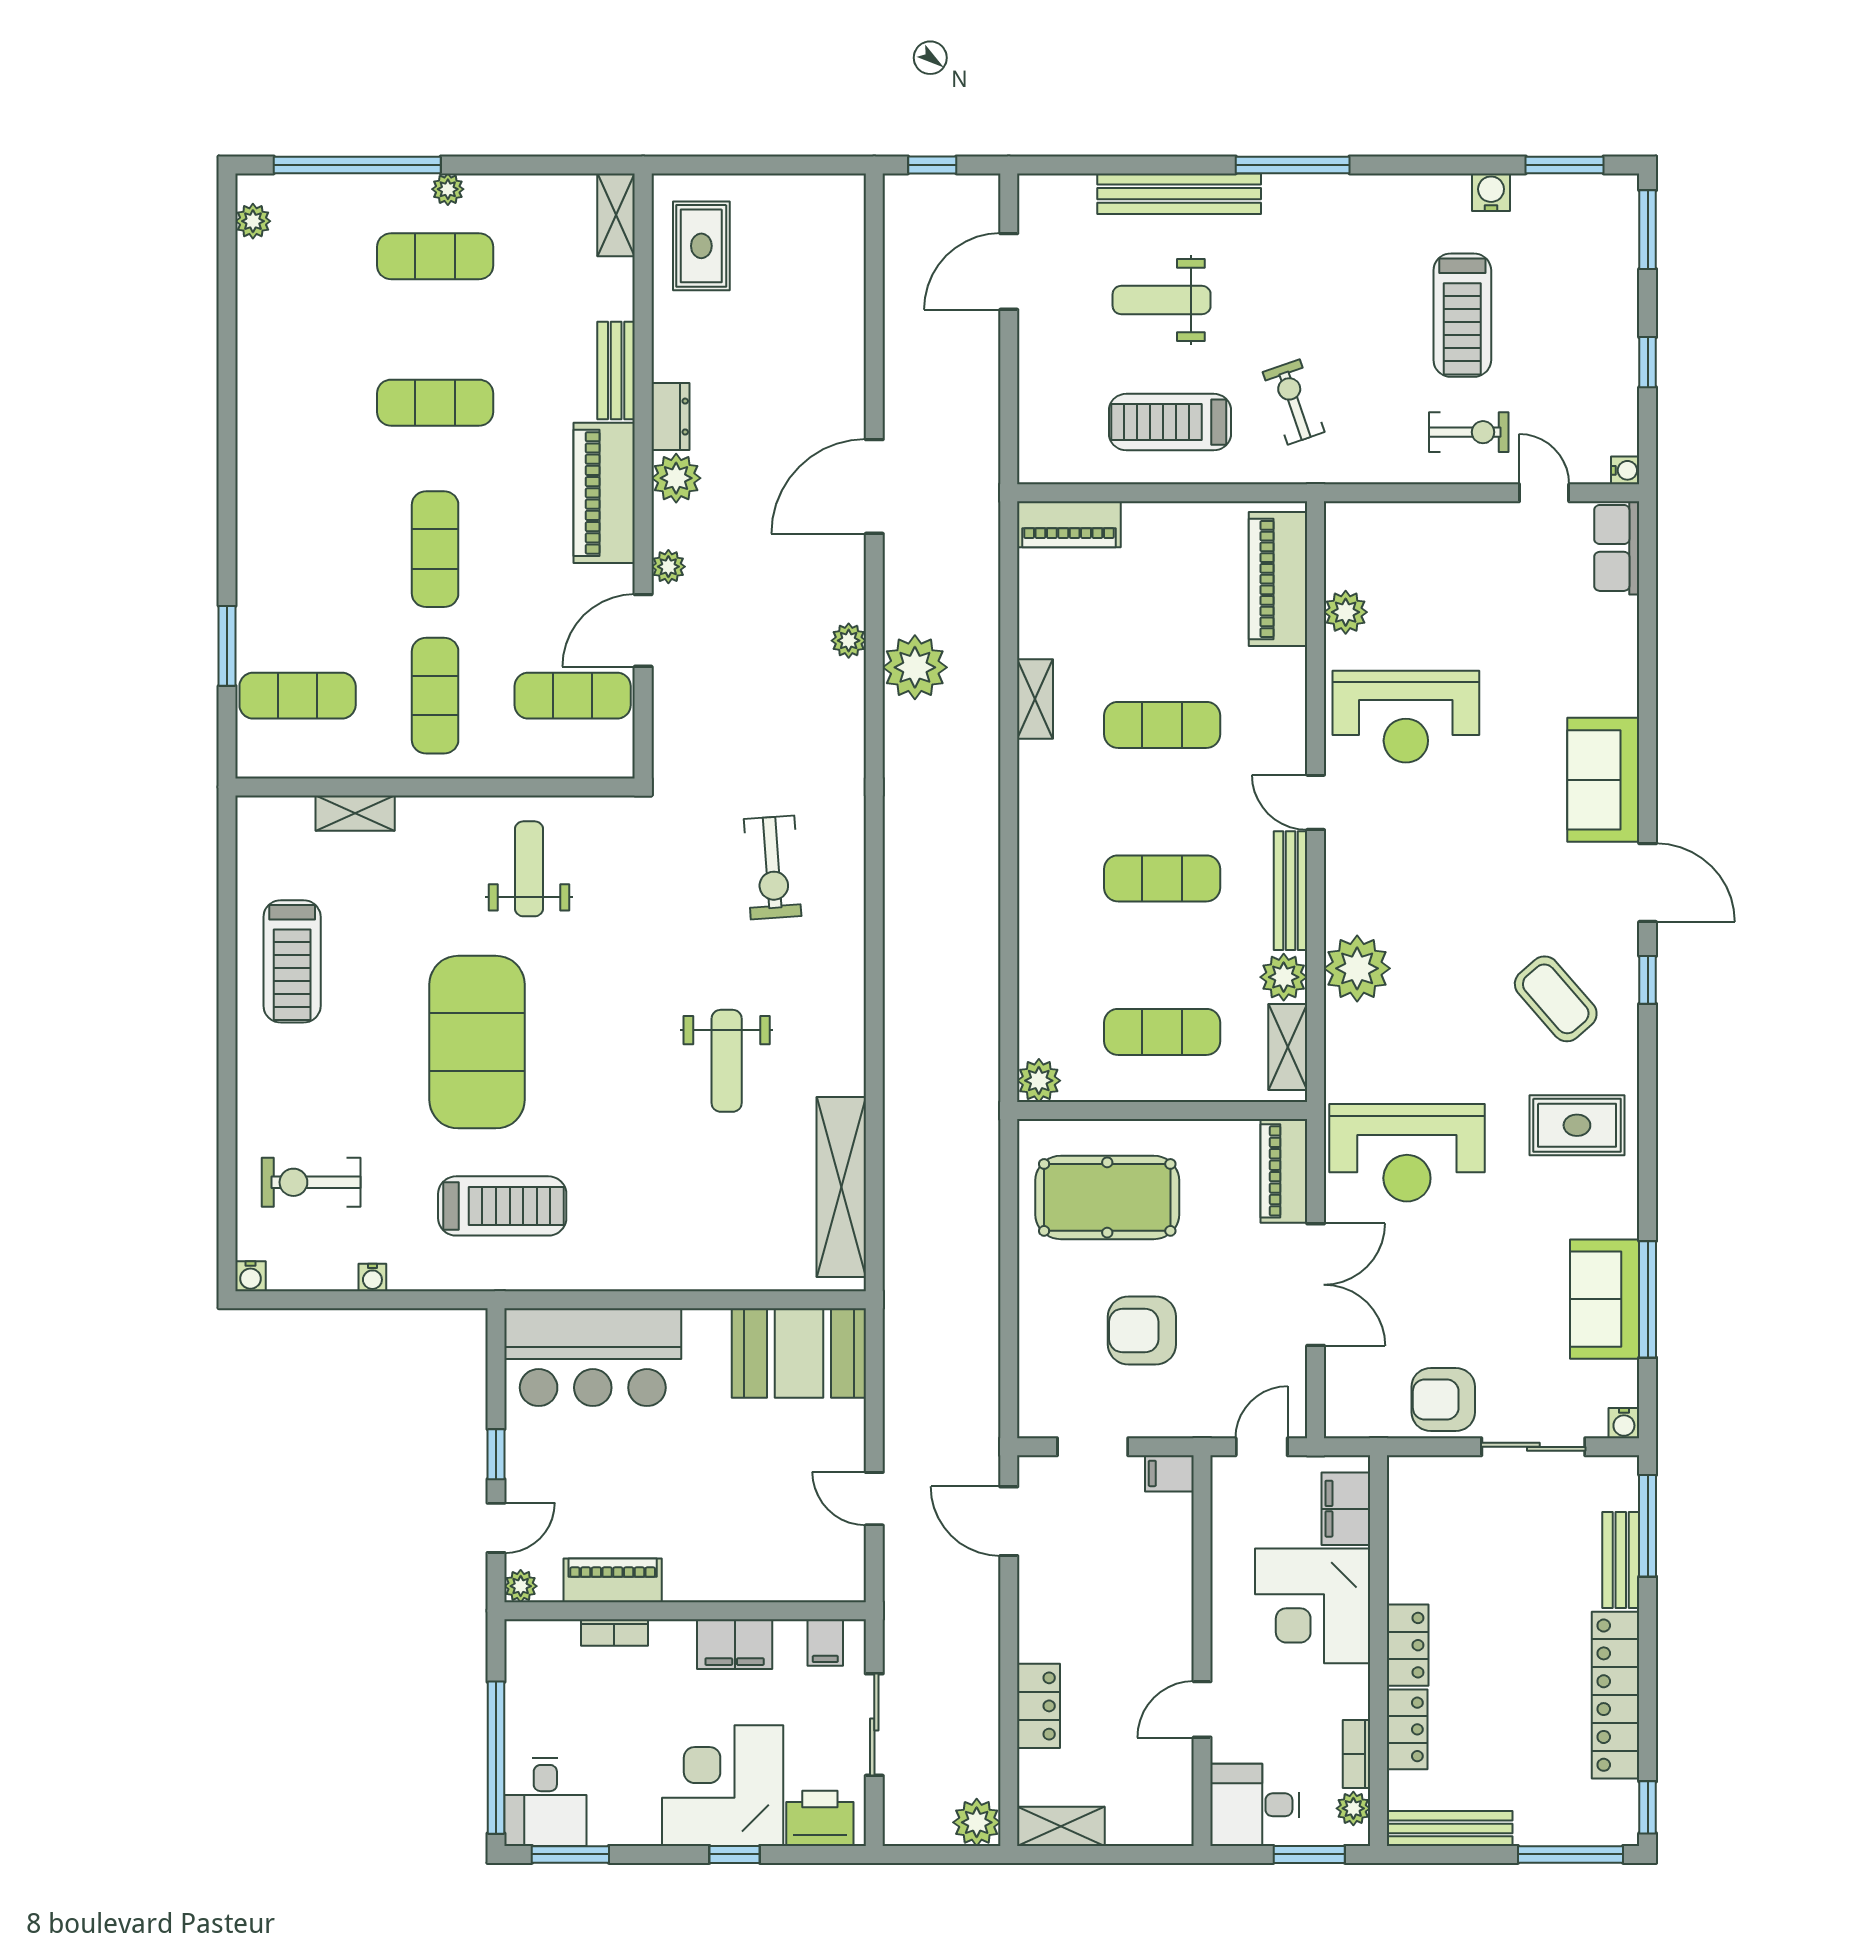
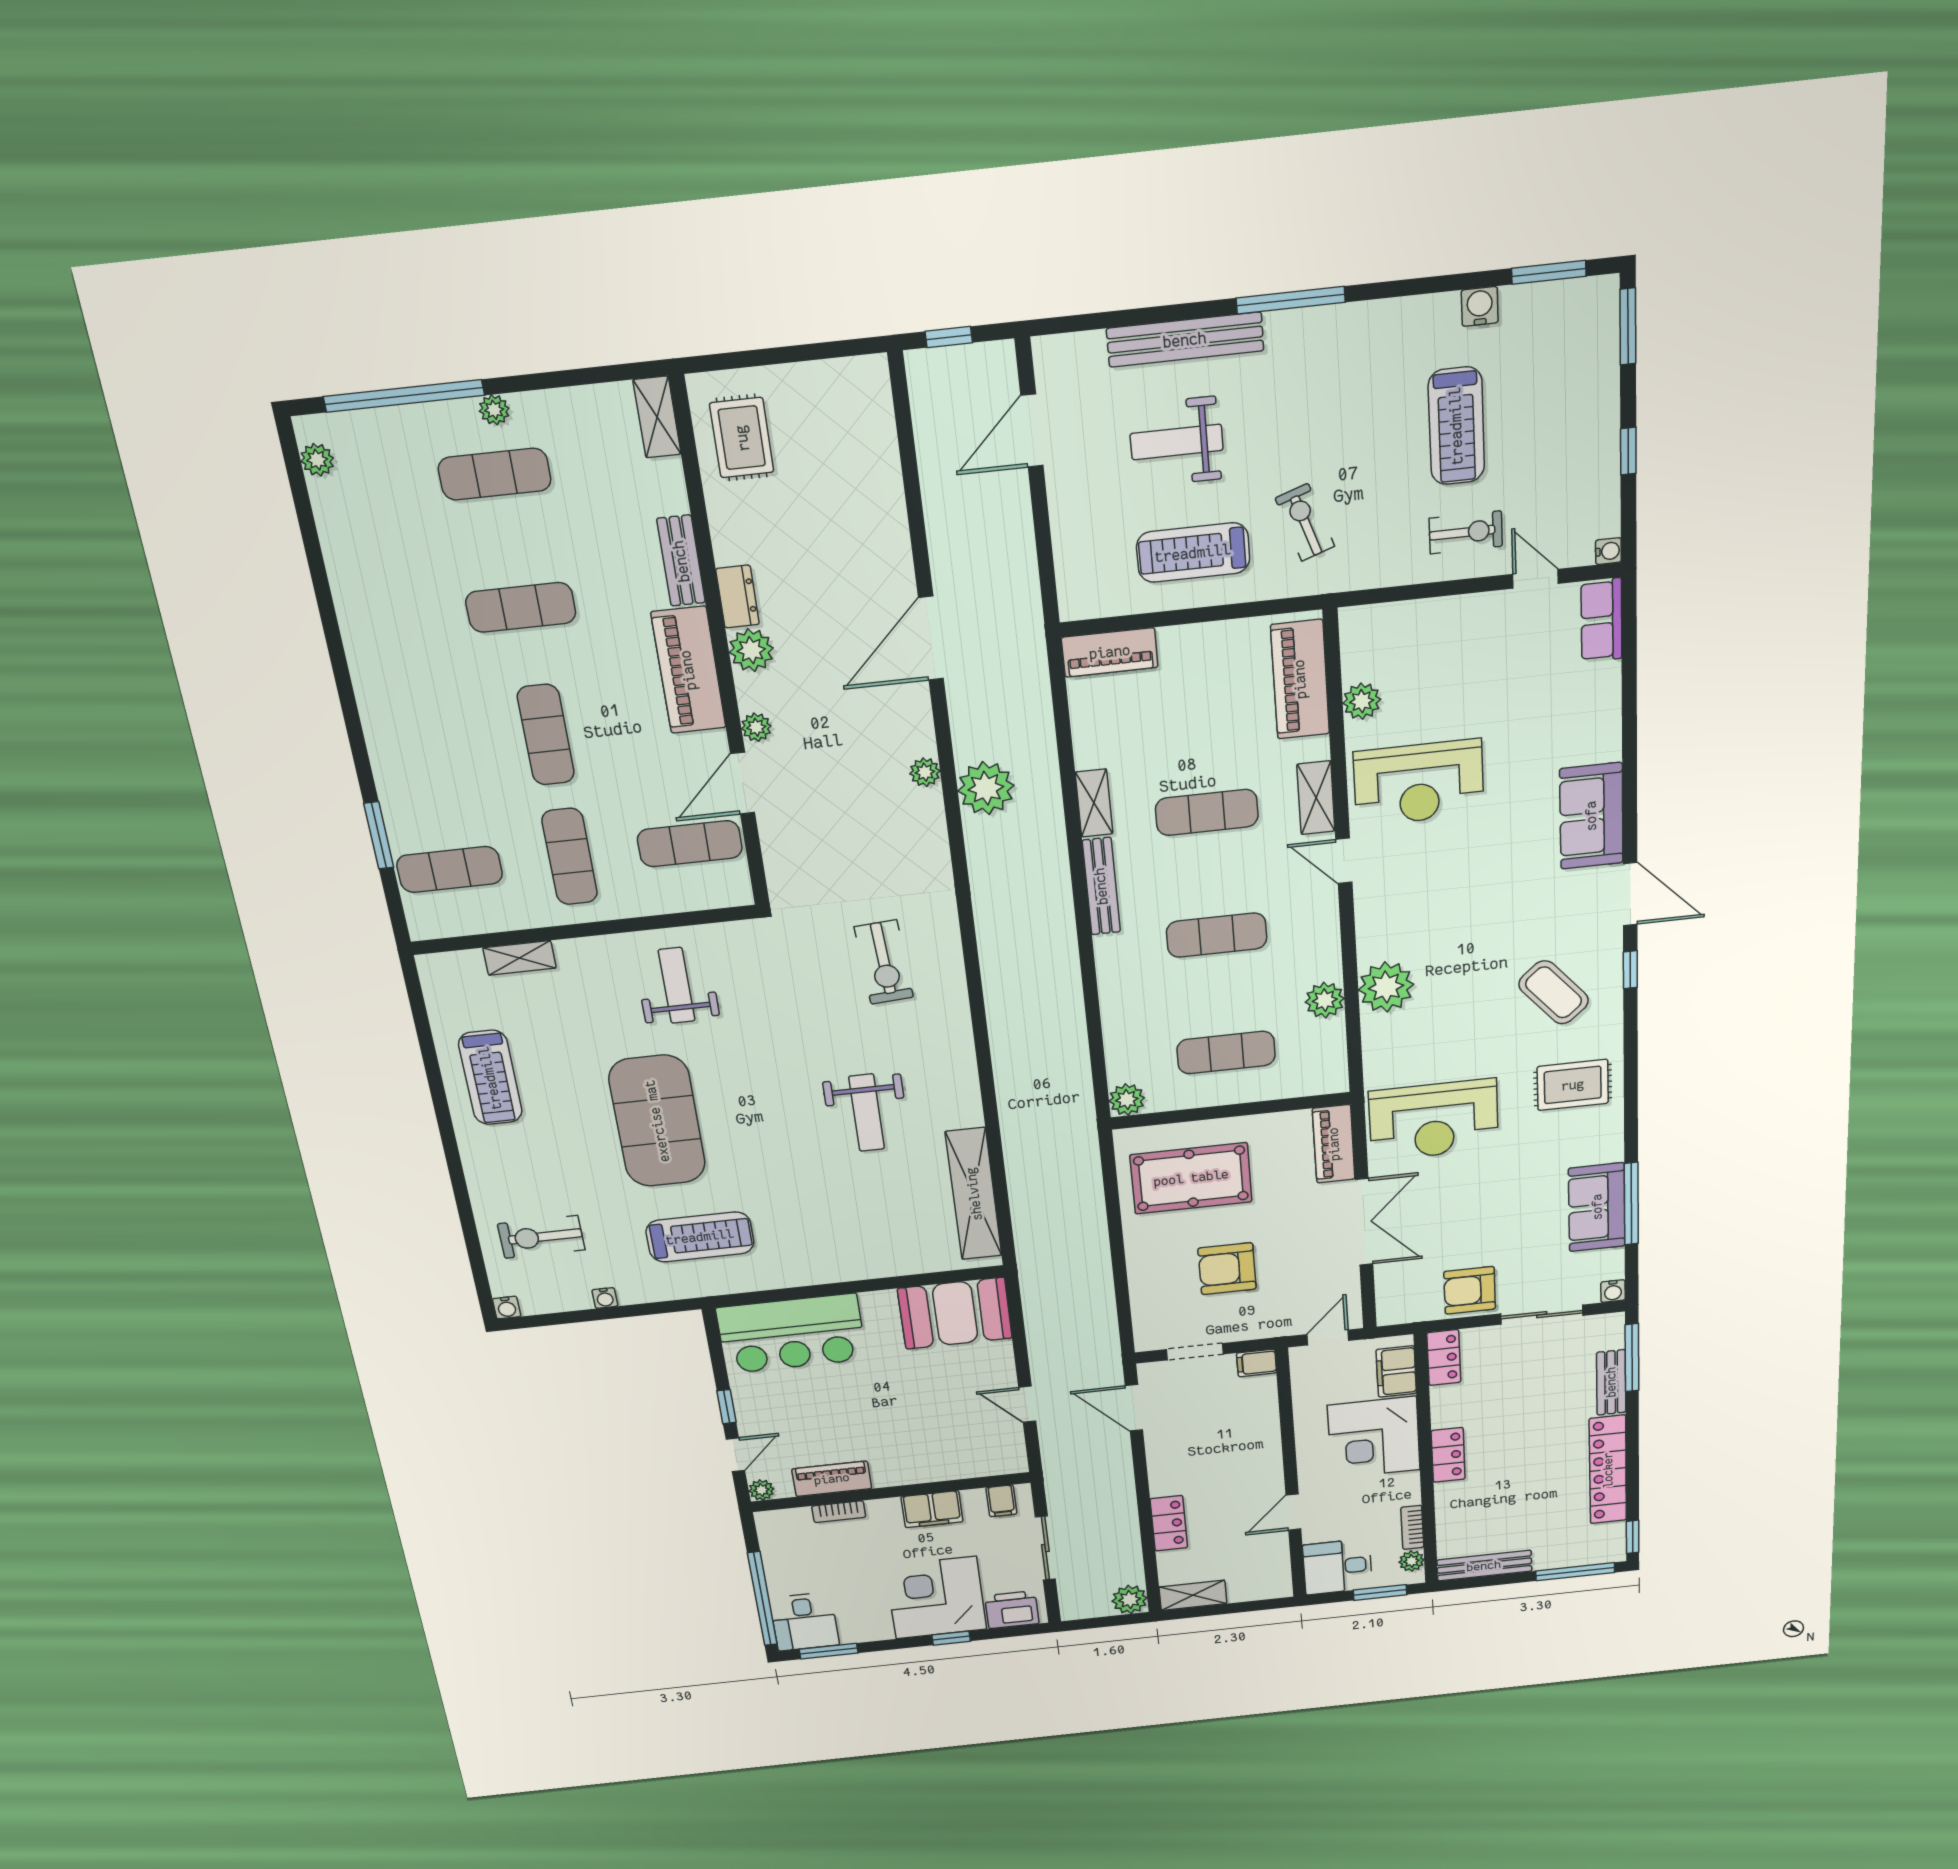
bench: (1290, 891) -> (1101, 886), moved
shelving: (1288, 1047) -> (1316, 798), moved
locker: (1407, 1729) -> (1444, 1358), moved

